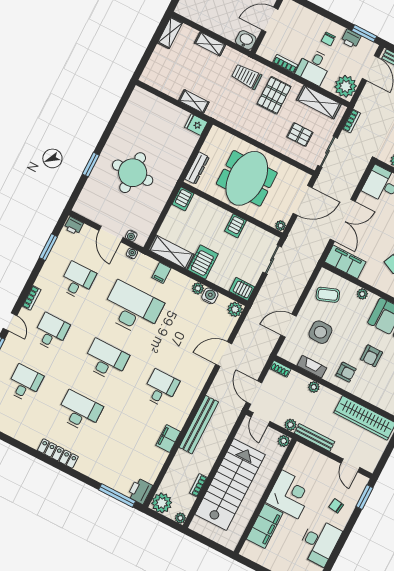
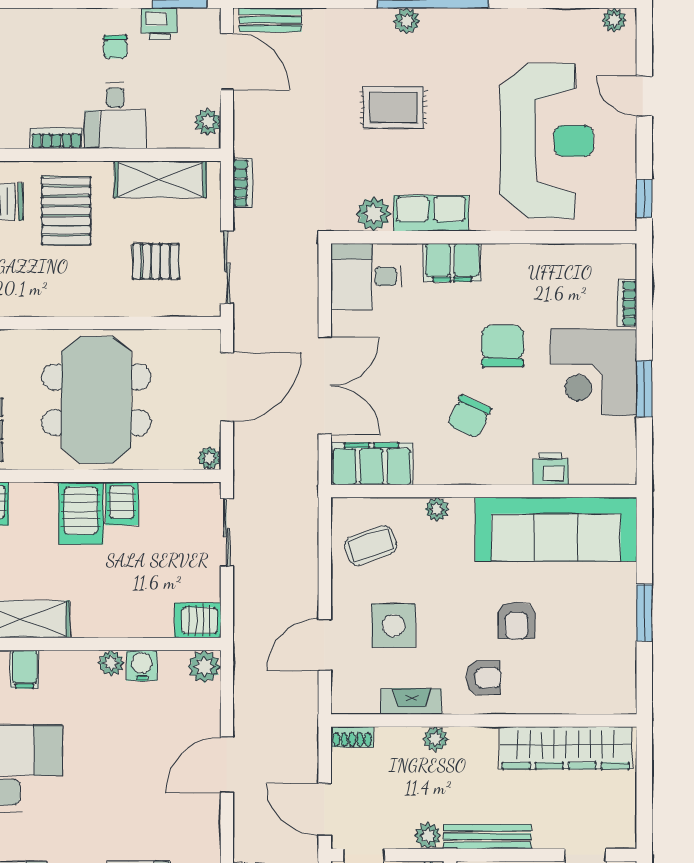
plant: (346, 86) -> (208, 122), width x0.53, depth x0.53
server rack: (203, 262) -> (81, 513), moved, turned 180

